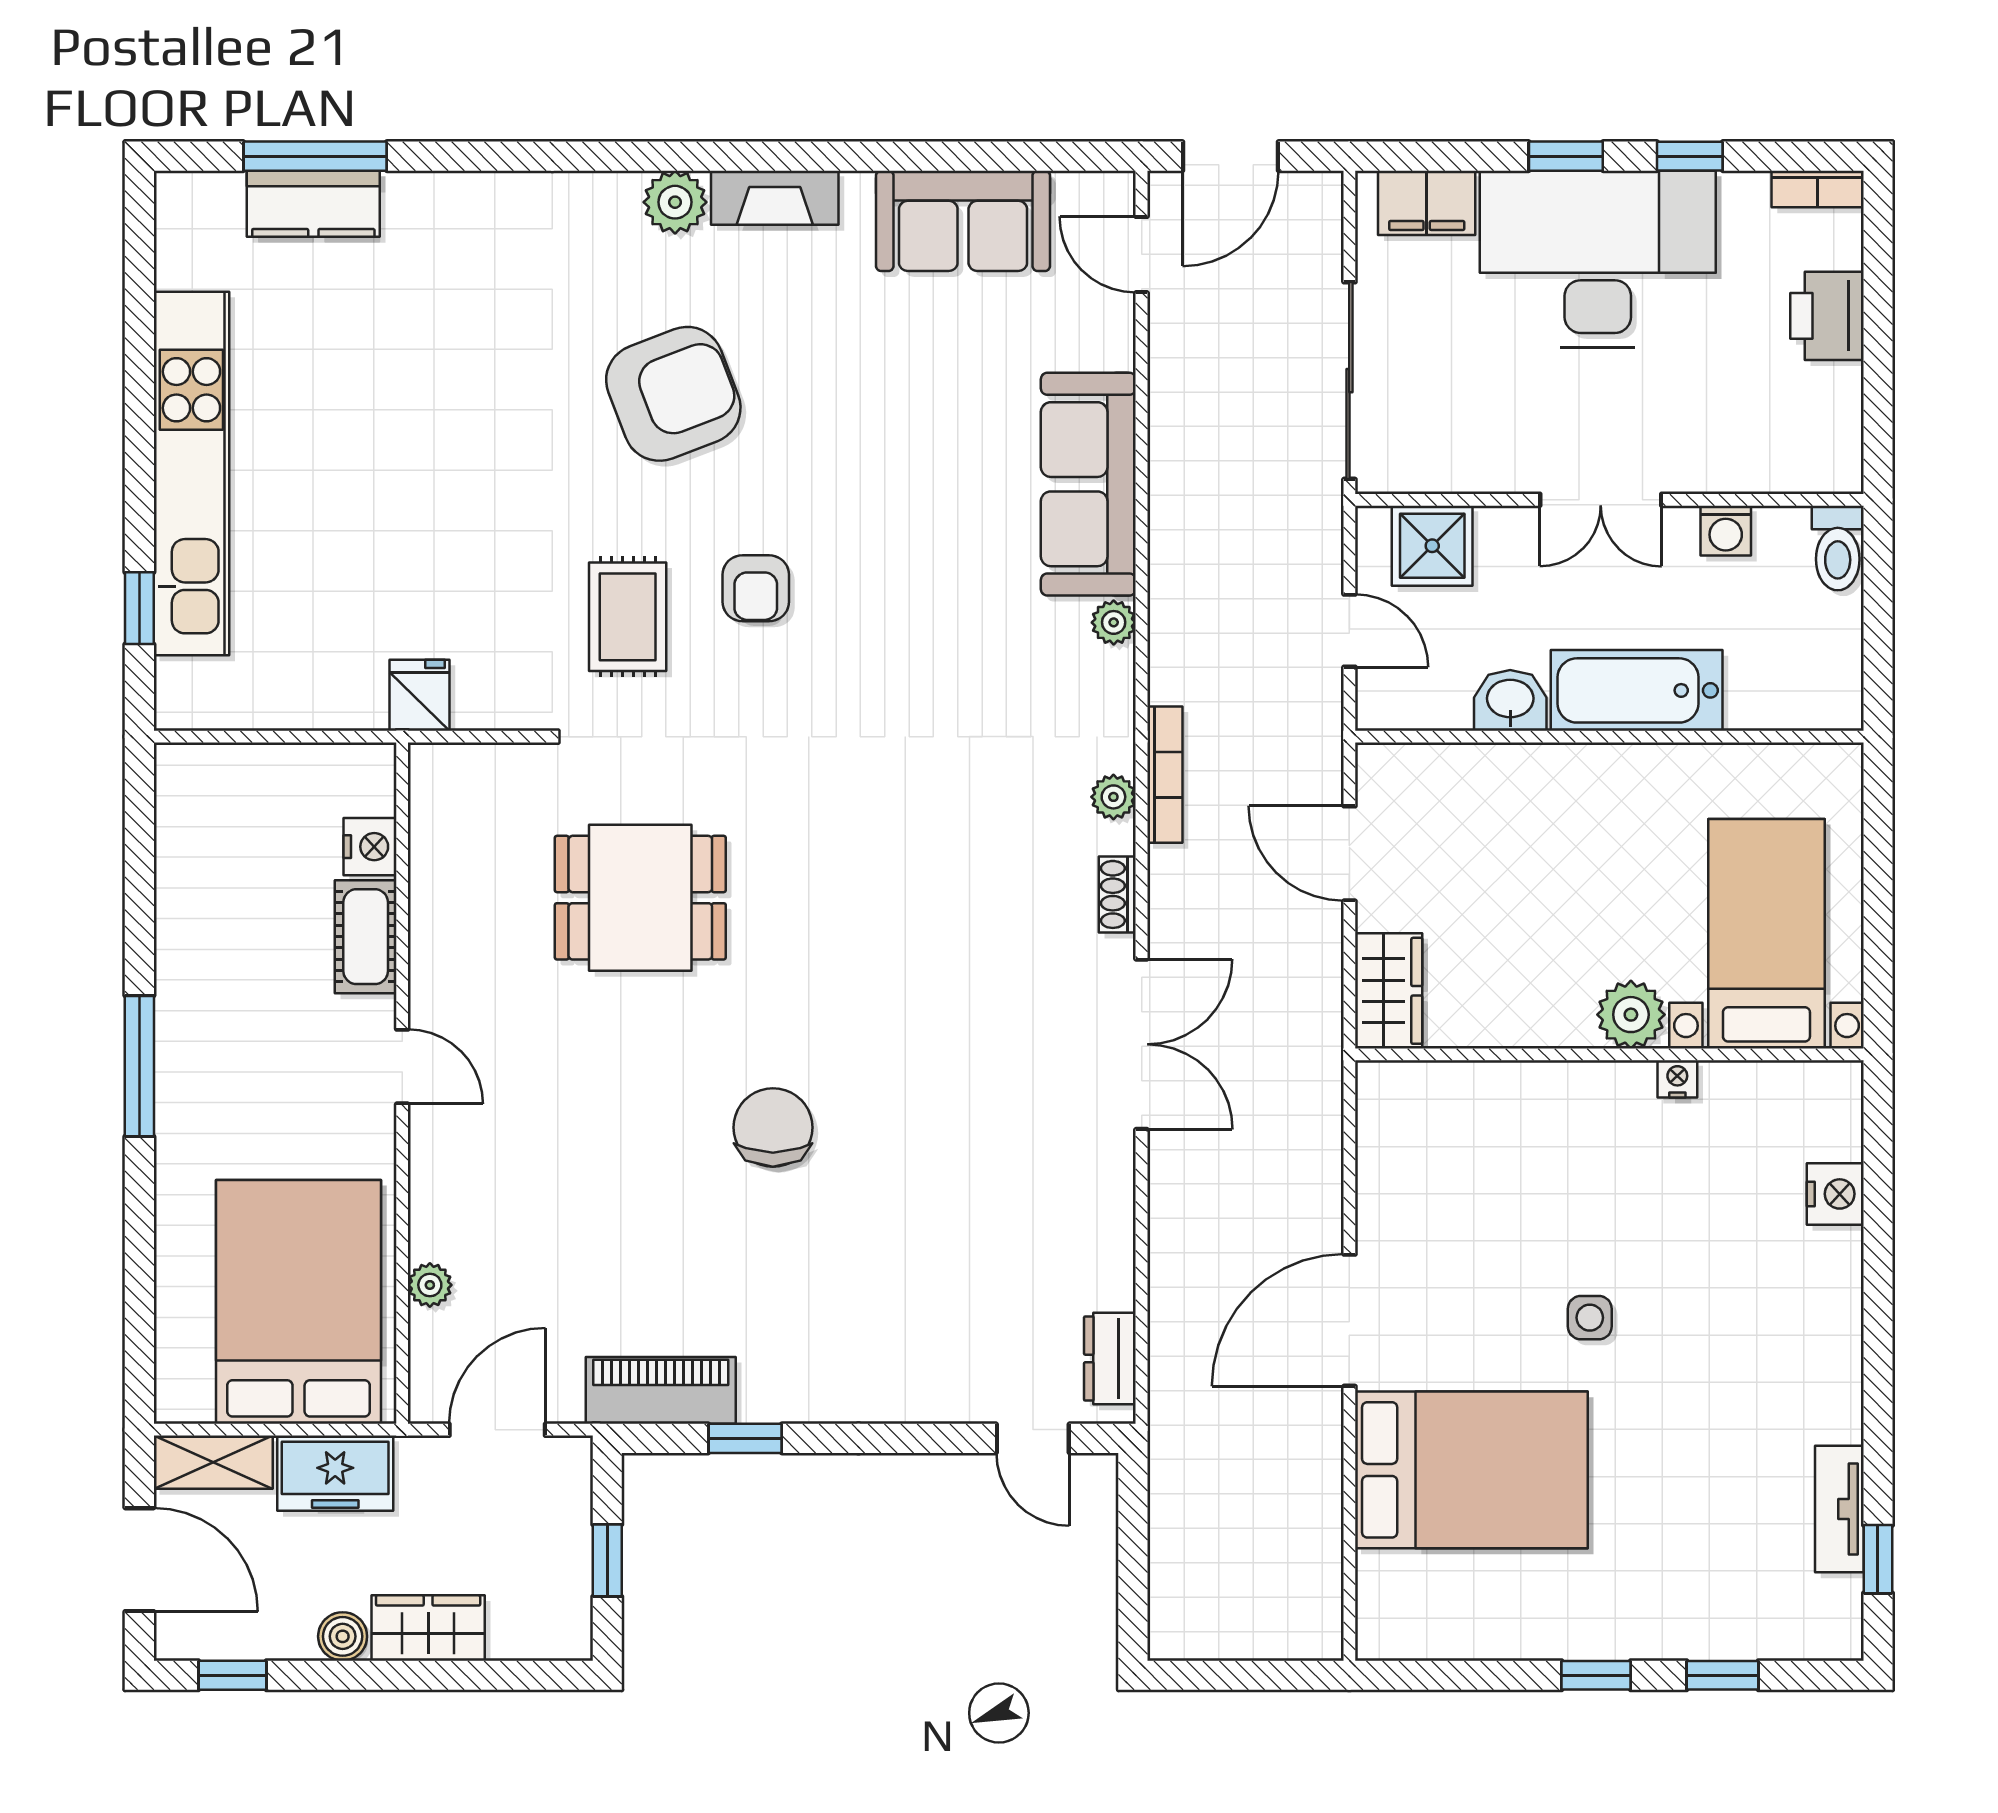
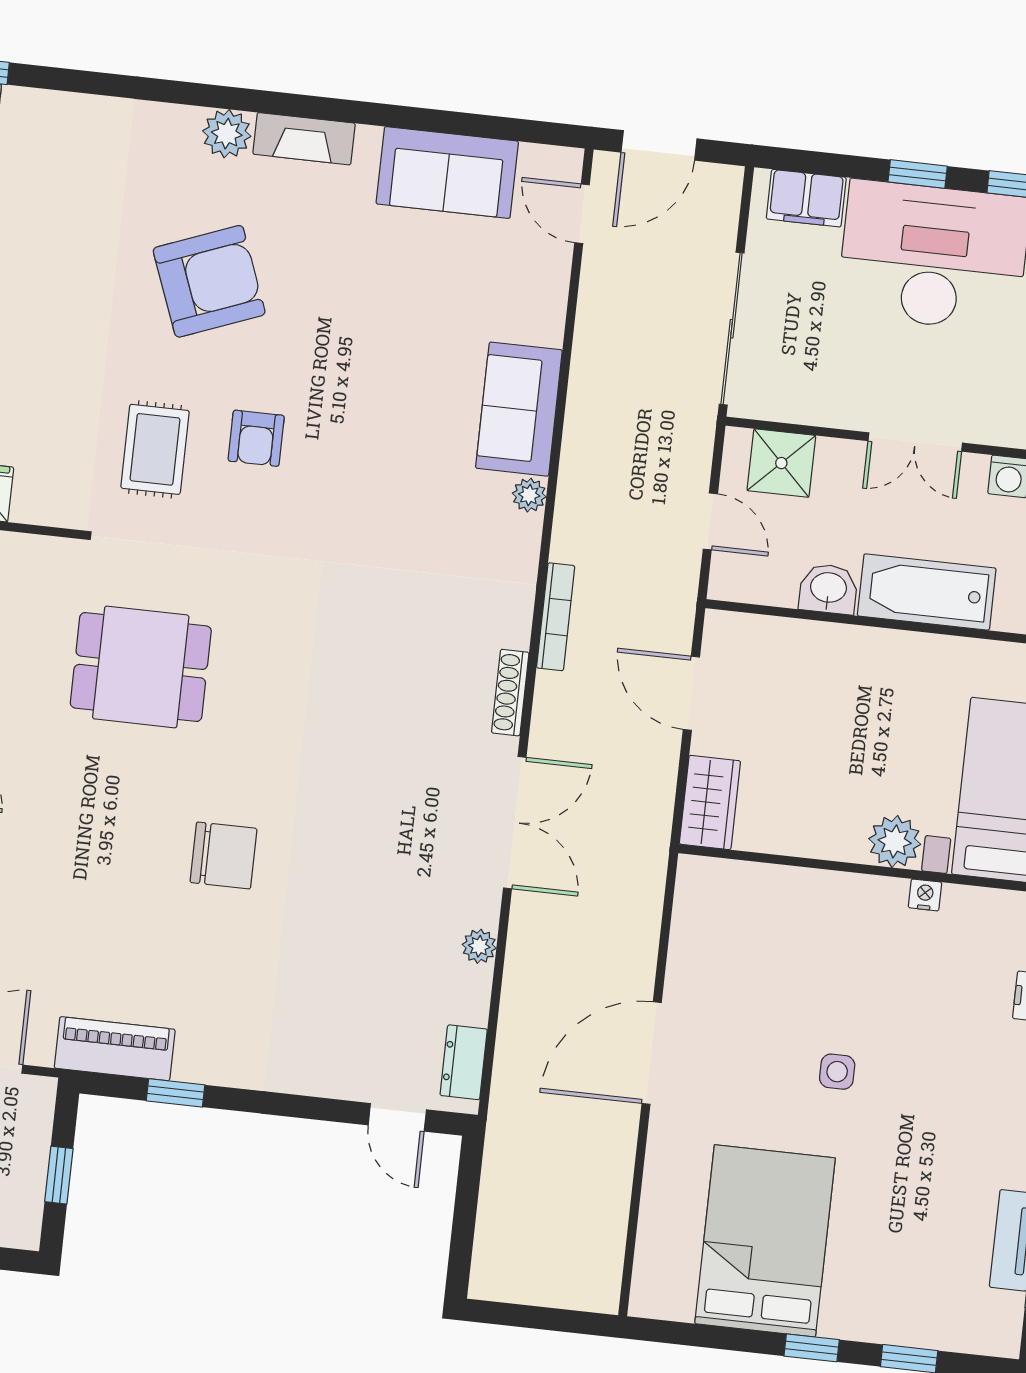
sofa: (1088, 484) -> (519, 409), width x0.73
plant: (1113, 797) -> (479, 946), moved
shoe rack: (1117, 894) -> (510, 693), width x1.43
chair: (773, 1127) -> (224, 855), turned 90
bed: (1471, 1470) -> (765, 1241), moved, turned -90

